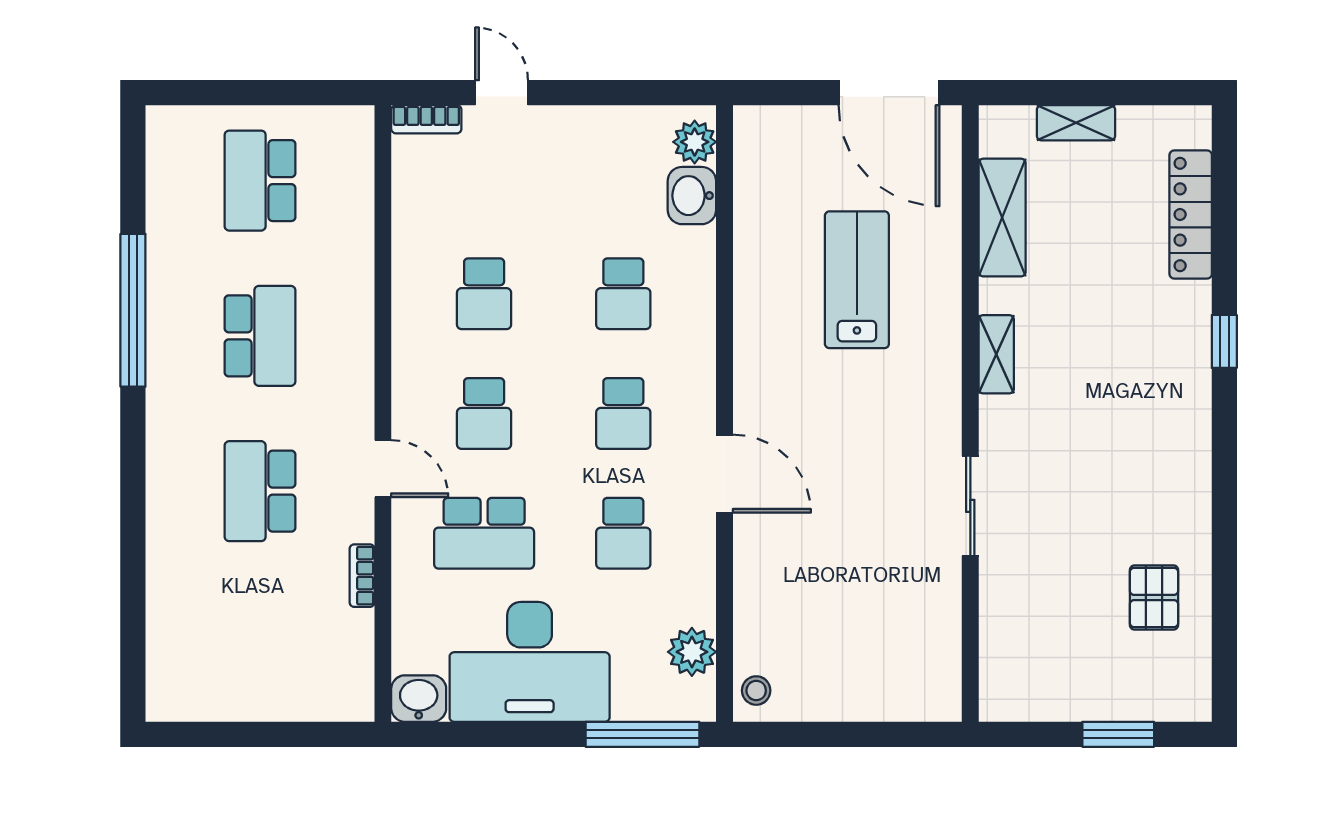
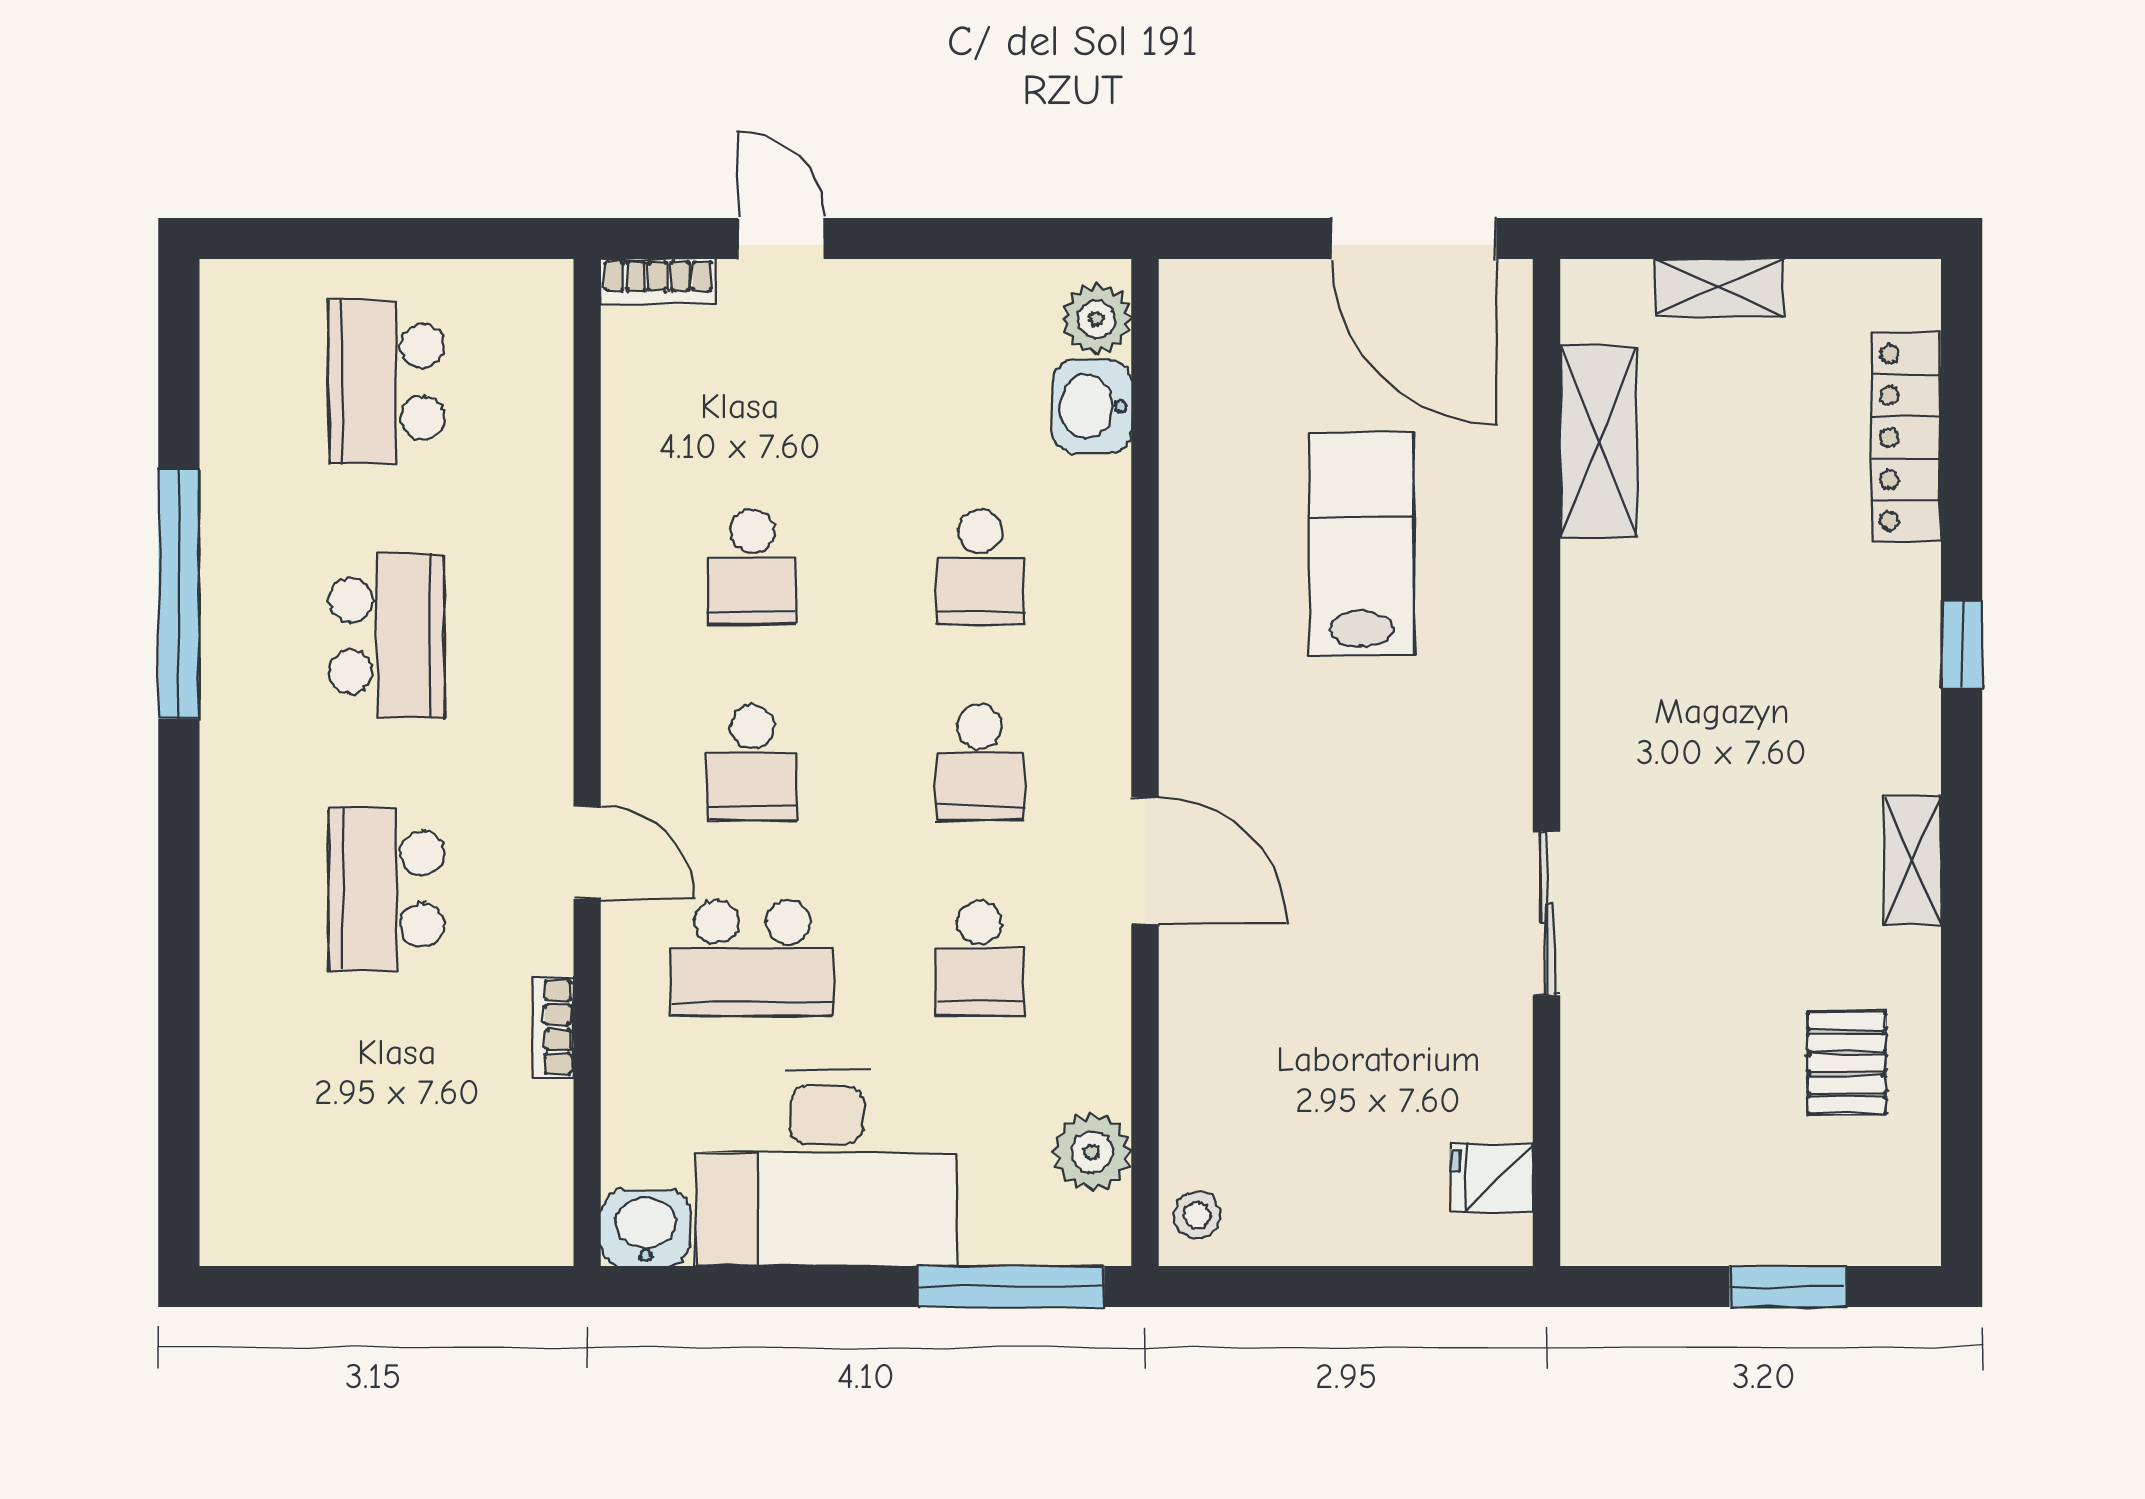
shelving: (996, 354) -> (1912, 860), moved
fridge: (937, 668) -> (1492, 1178), added

